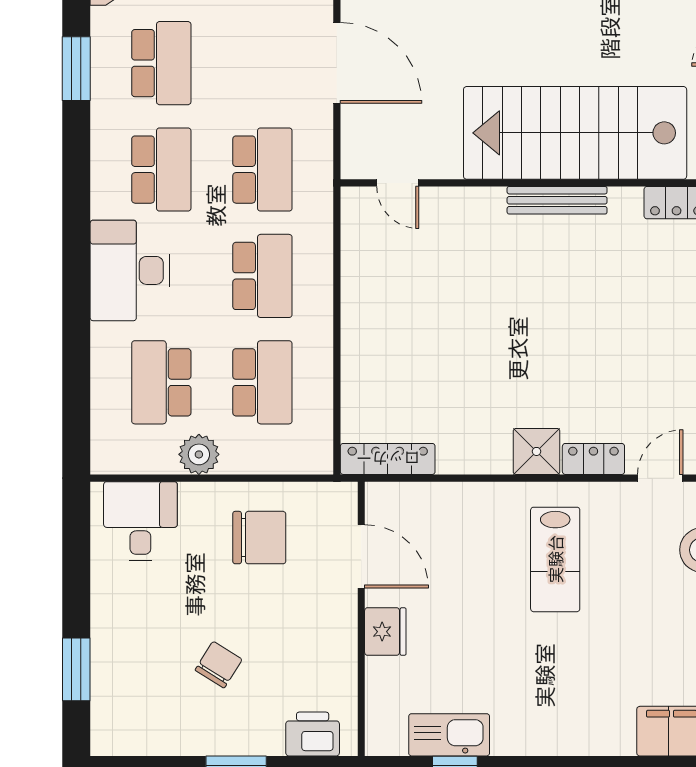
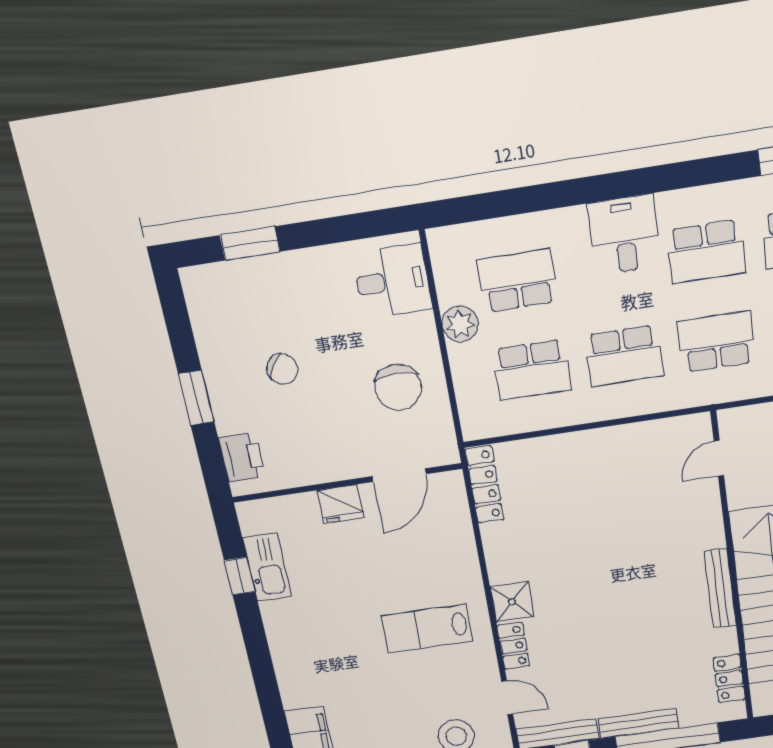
school desk: (262, 170) -> (717, 342), turned 180
desk: (130, 270) -> (624, 235), width x0.73

